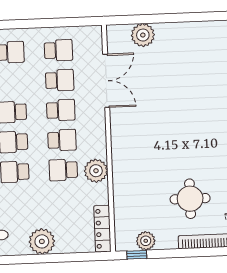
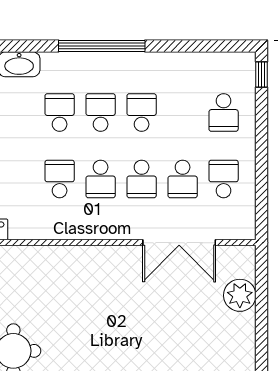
school desk: (58, 50) -> (224, 179), turned 180
plant: (96, 171) -> (57, 224), removed

